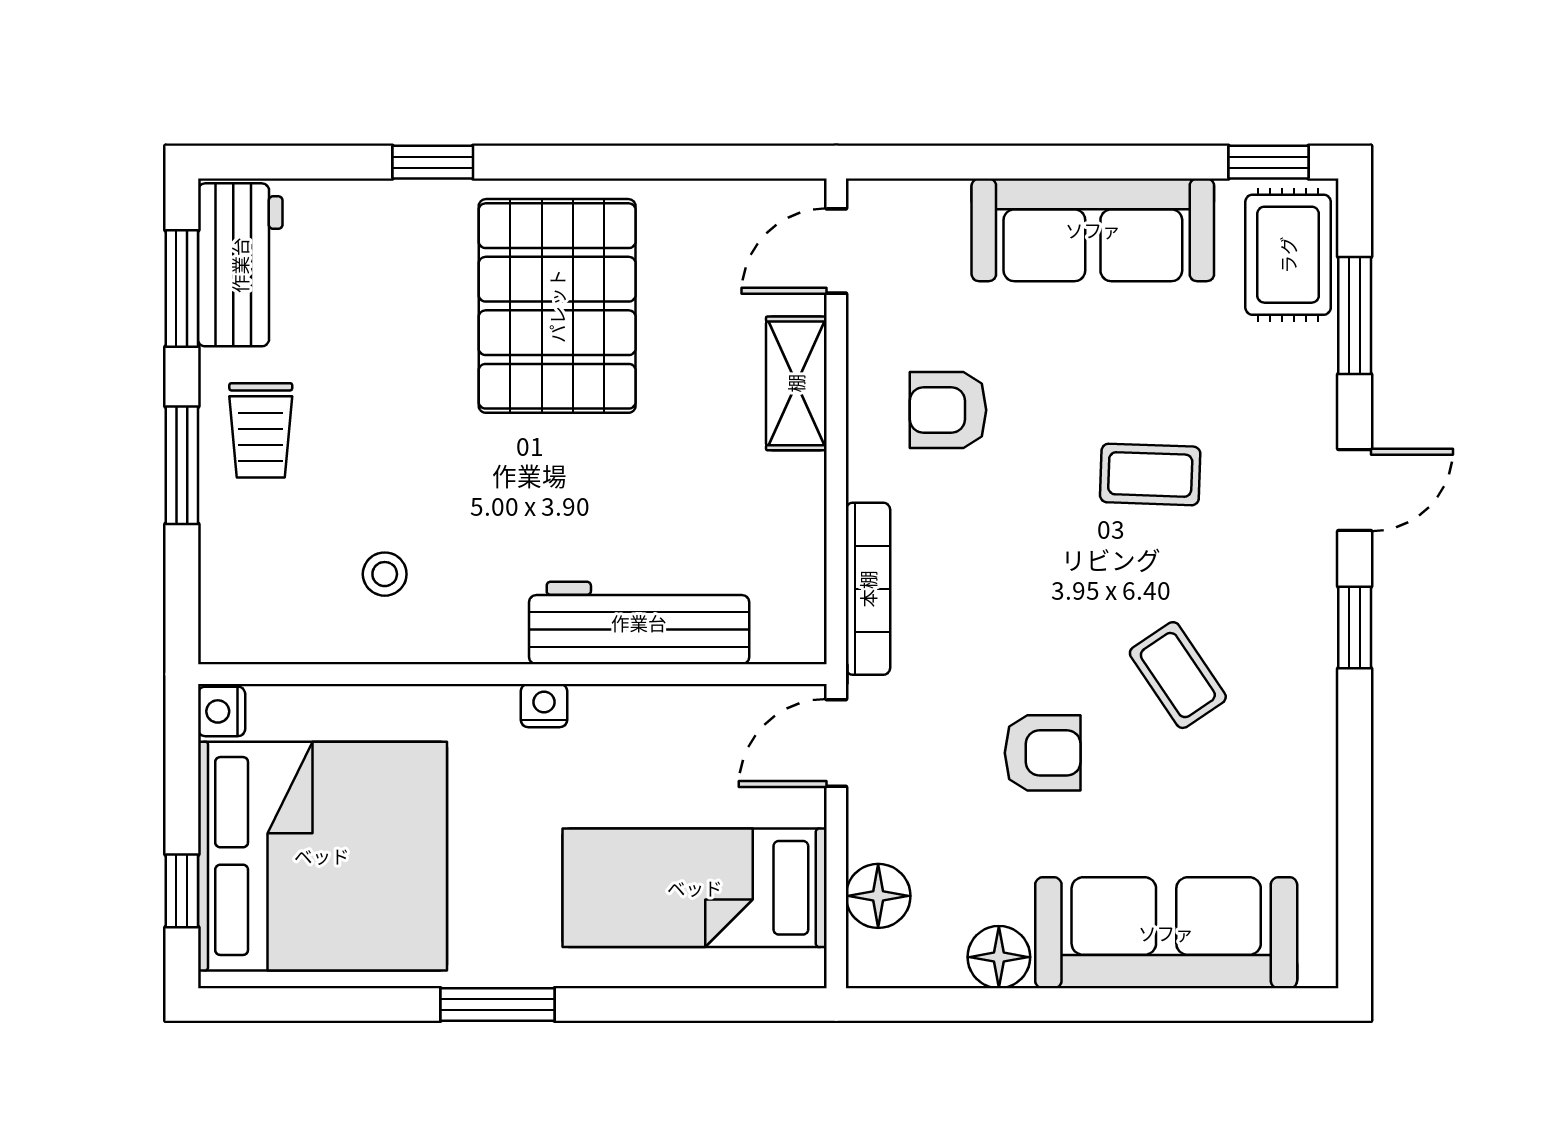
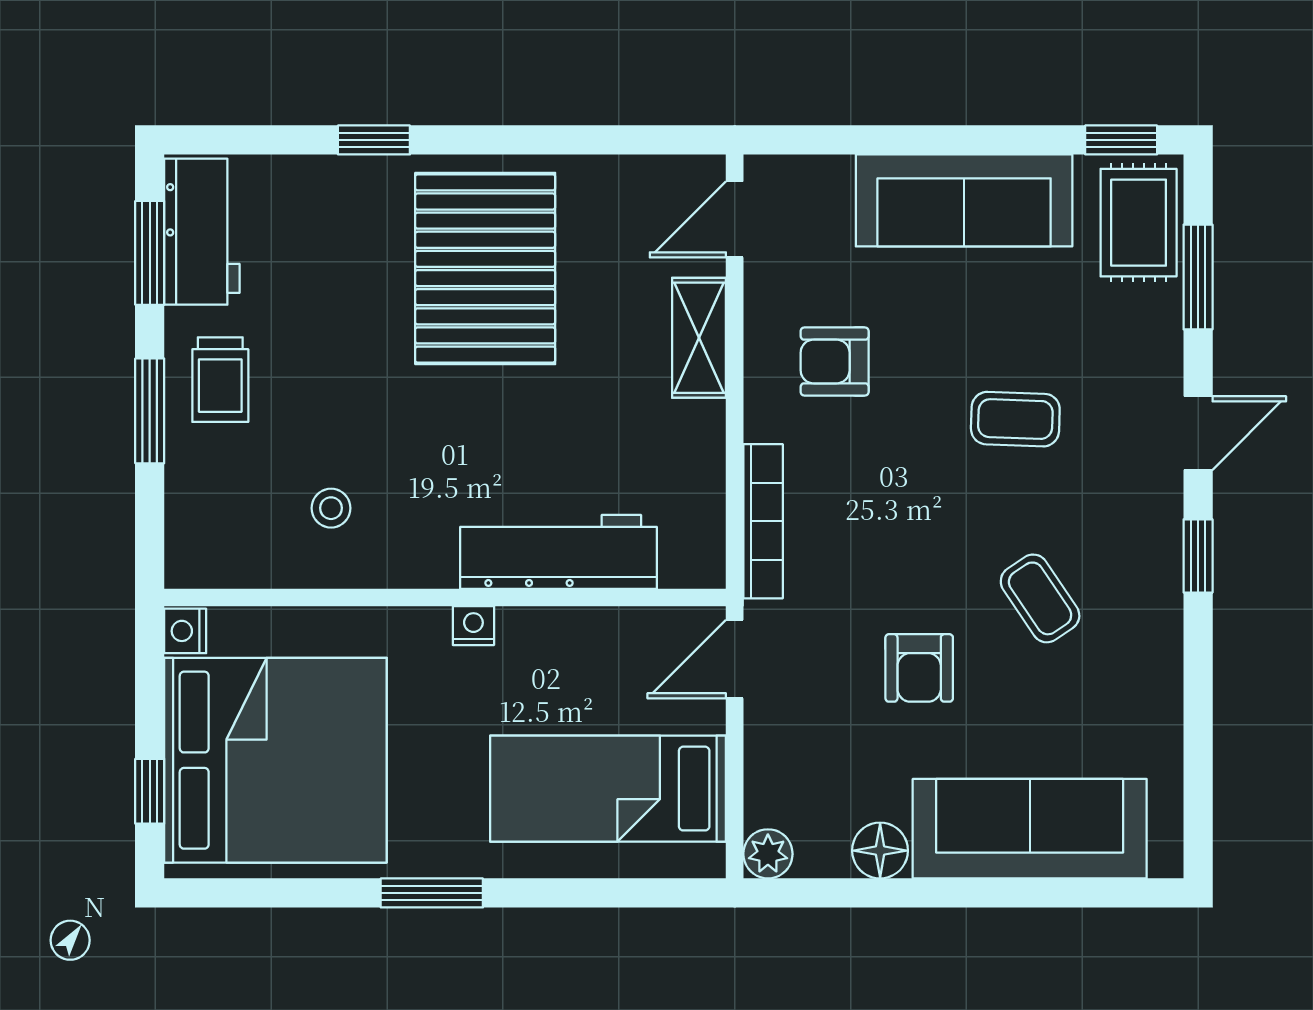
armchair: (1043, 753) -> (919, 668), turned 90
floor lamp: (878, 896) -> (772, 796), removed
plant: (873, 961) -> (768, 854), added

